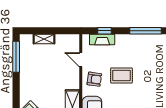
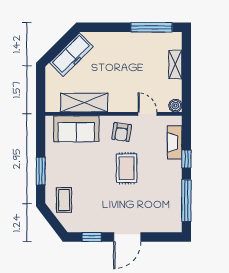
window: (104, 31) -> (186, 159), moved
boiler: (75, 39) -> (175, 106), added
door: (81, 60) -> (147, 114), hinge flipped

